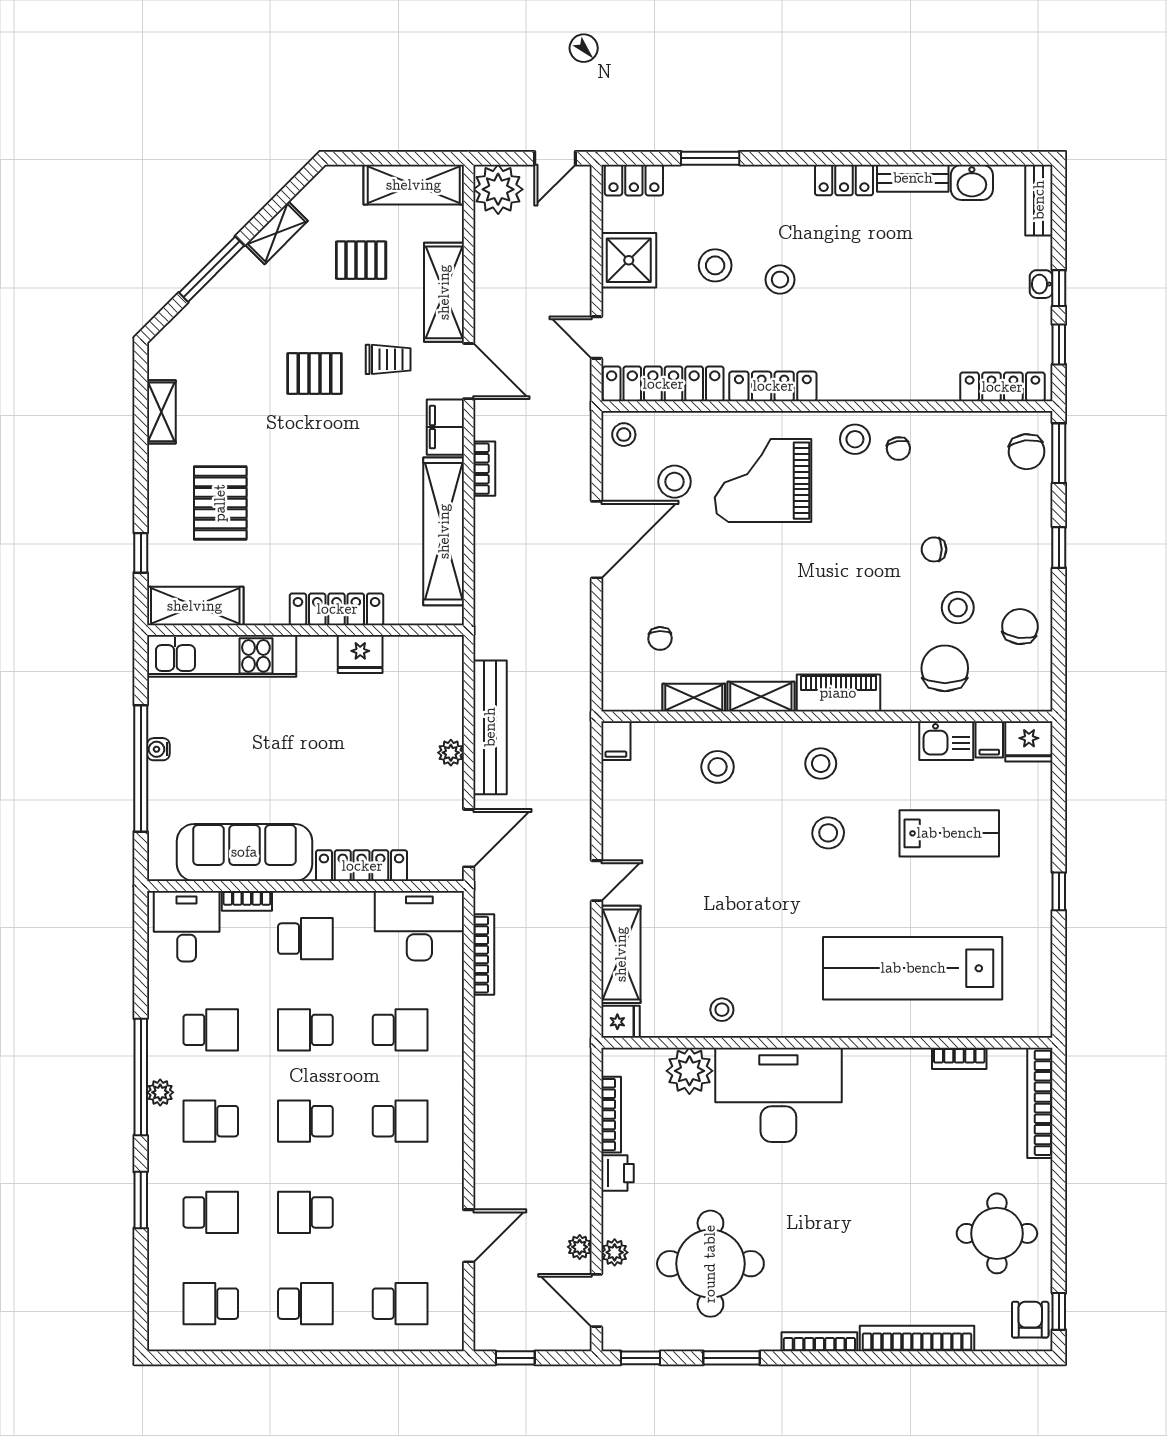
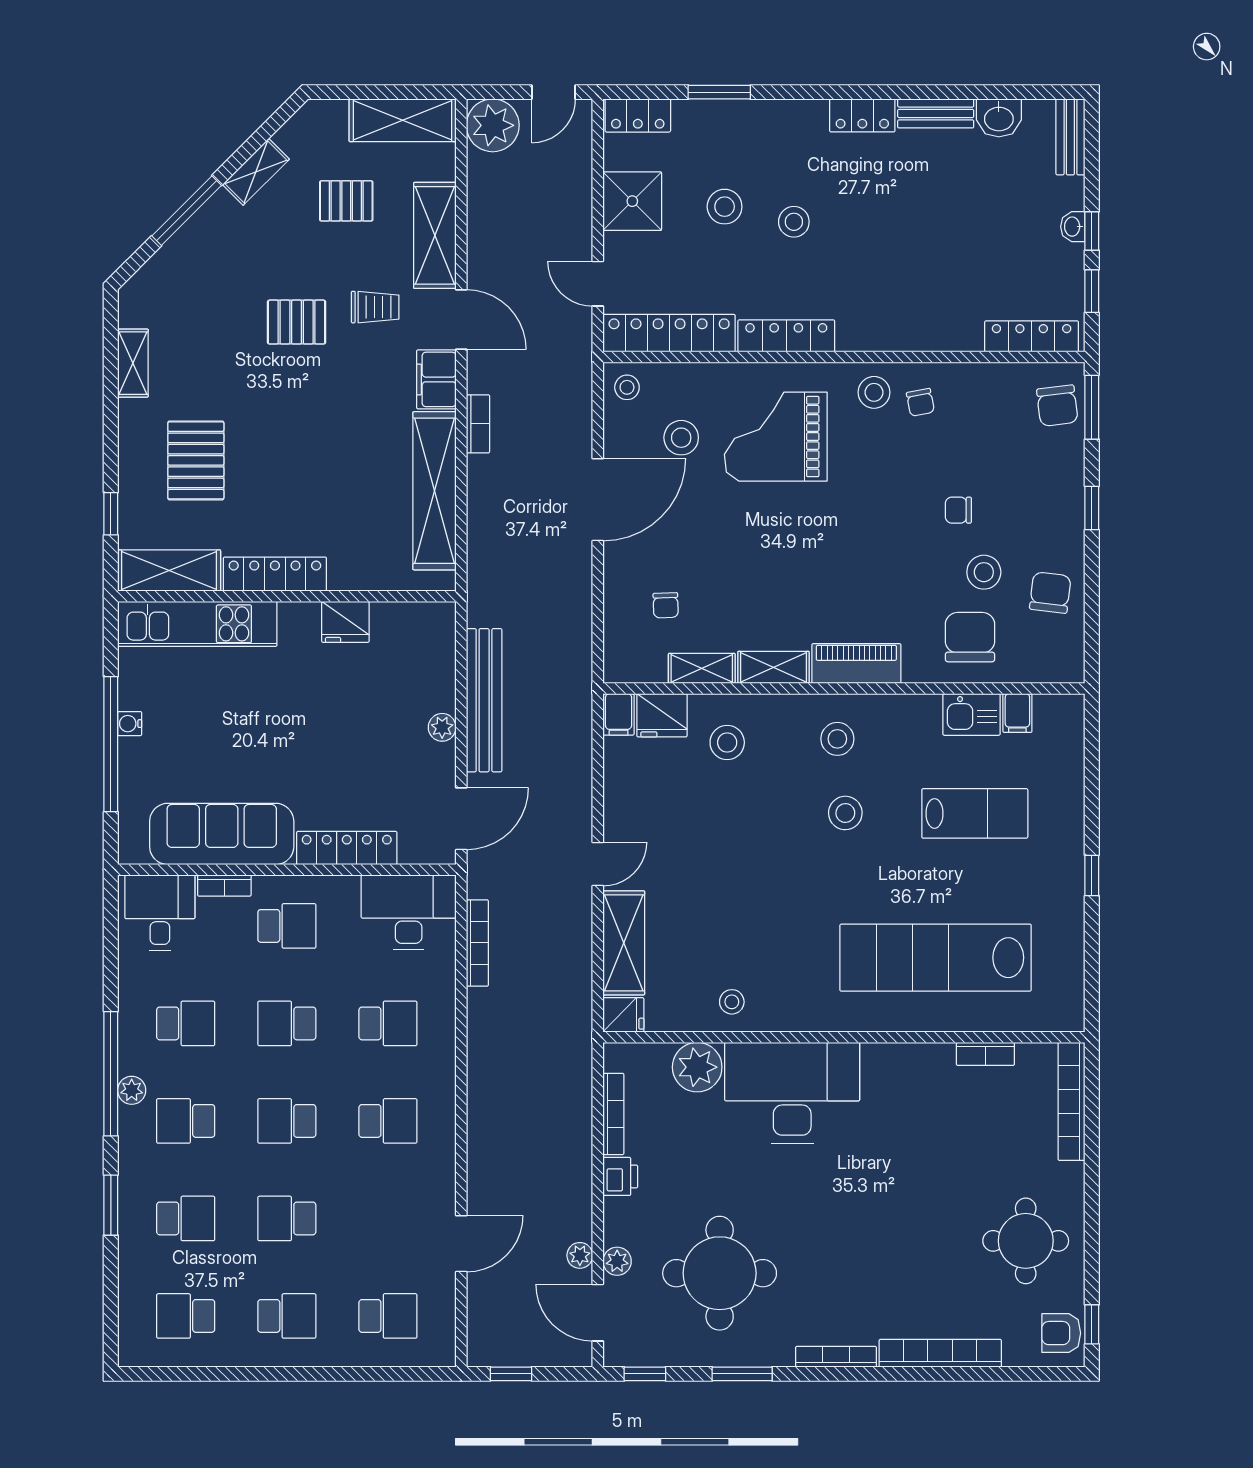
locker: (337, 609) -> (275, 574), moved
fridge: (1029, 741) -> (662, 715), moved
armchair: (1030, 1320) -> (1061, 1333), turned -90

